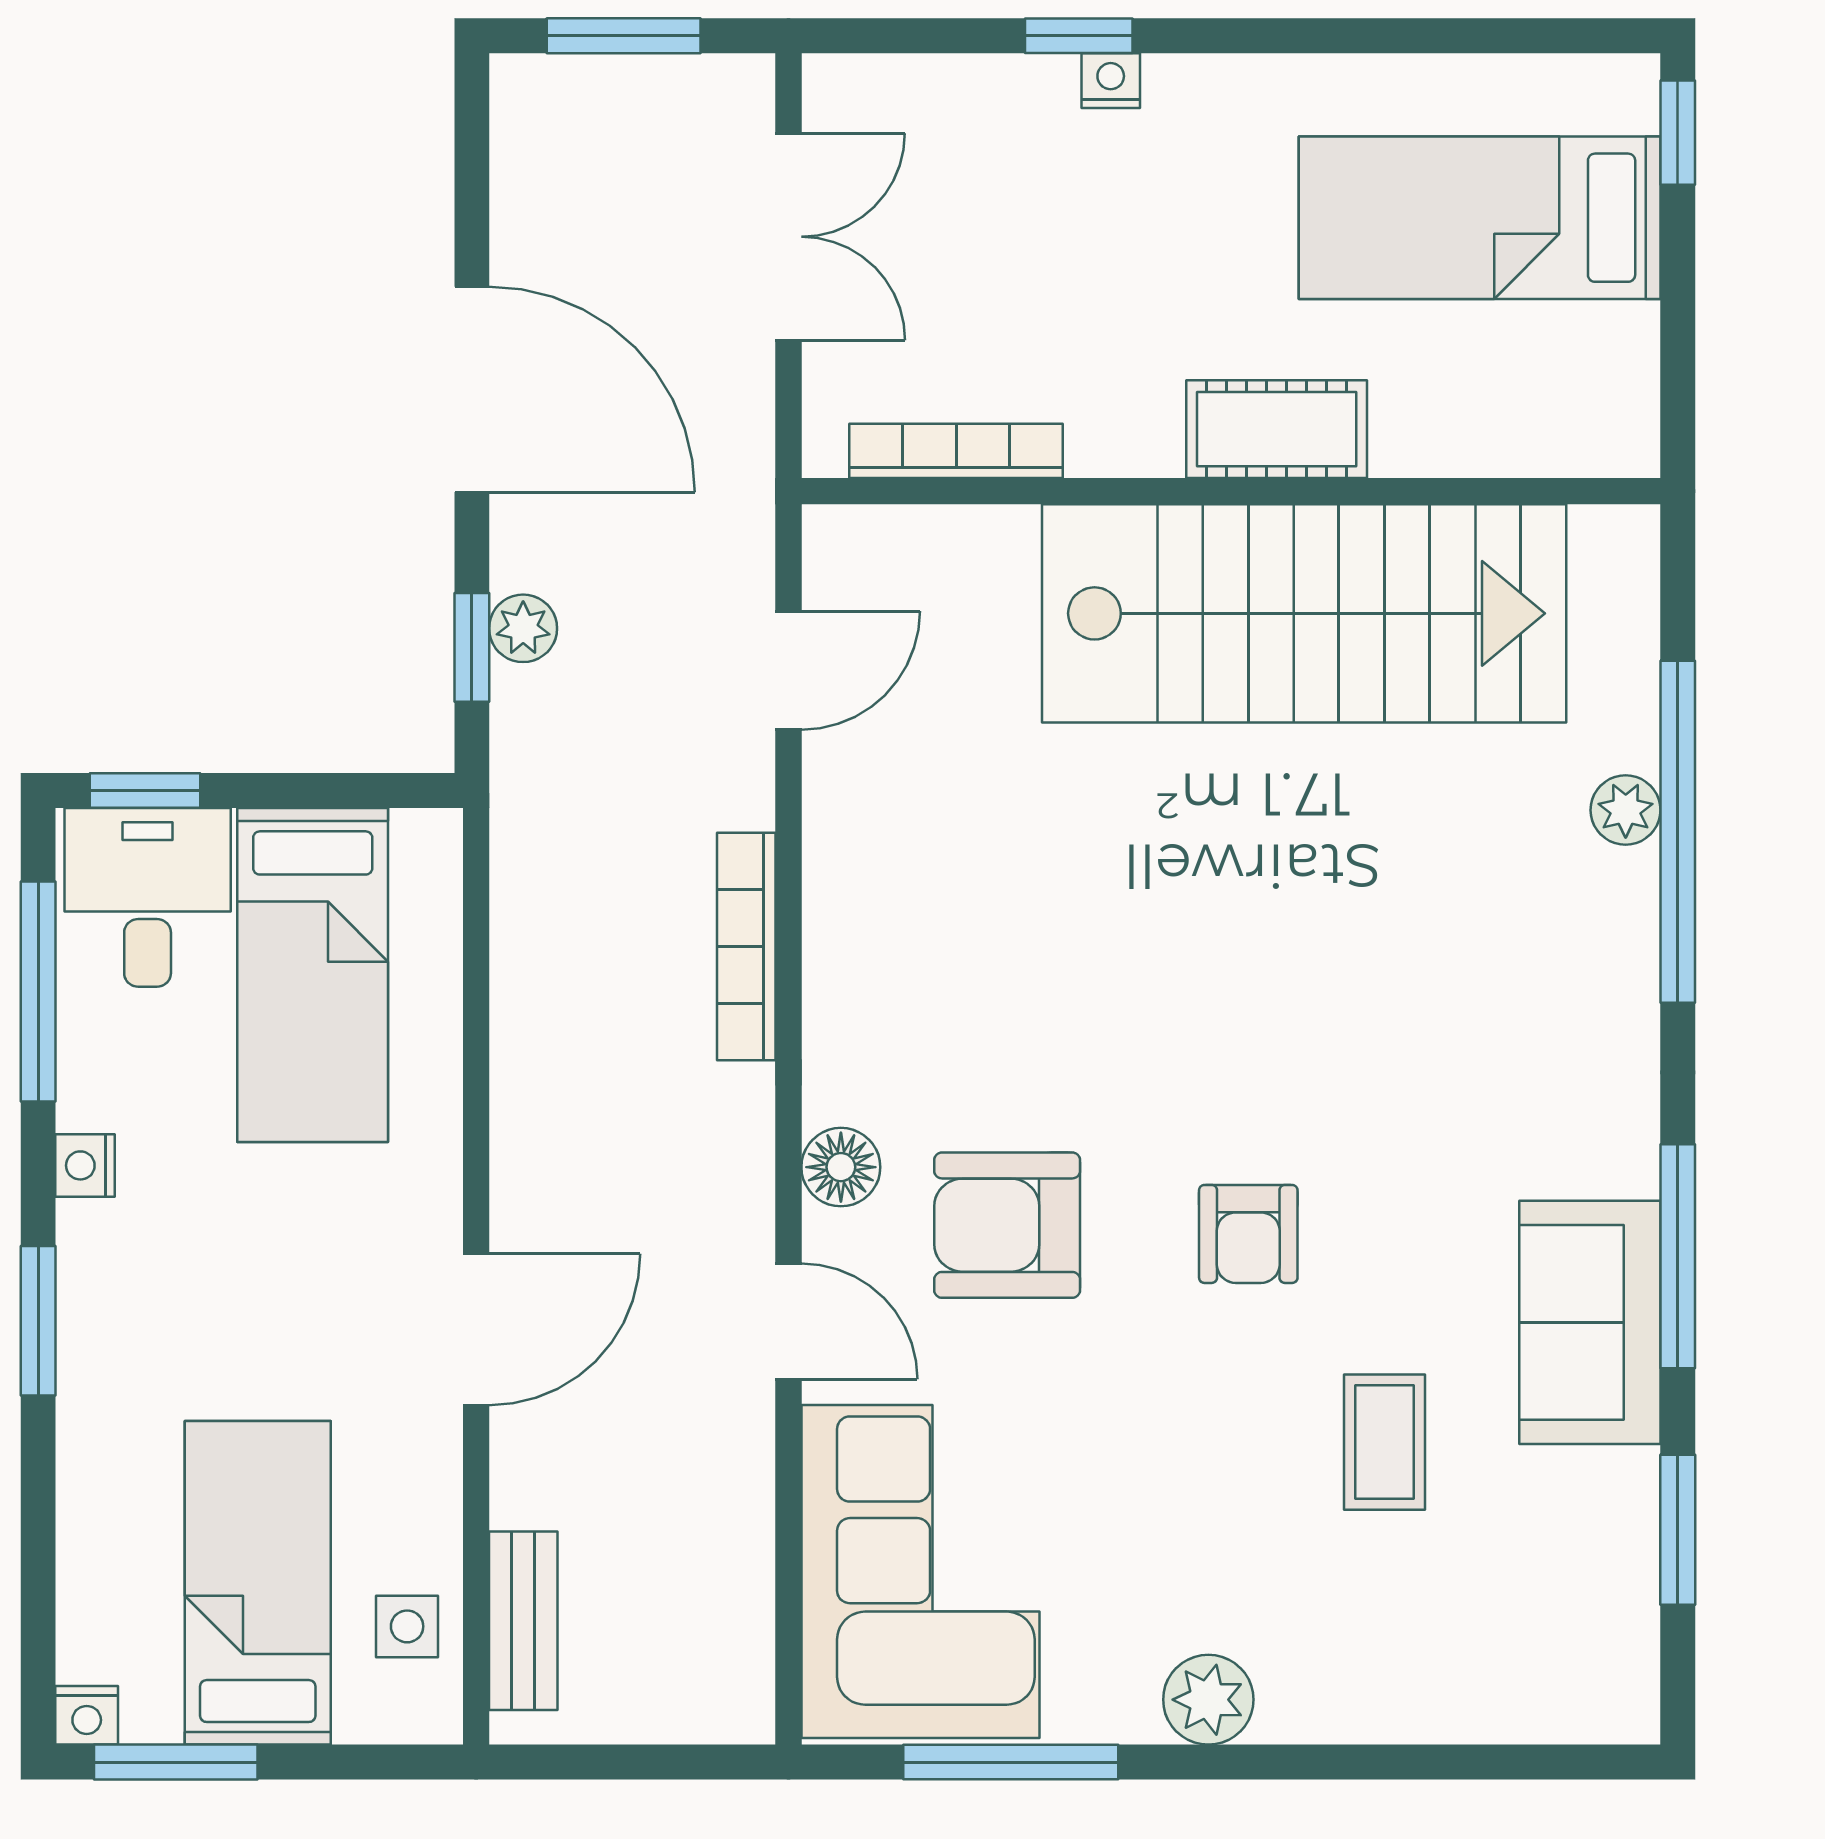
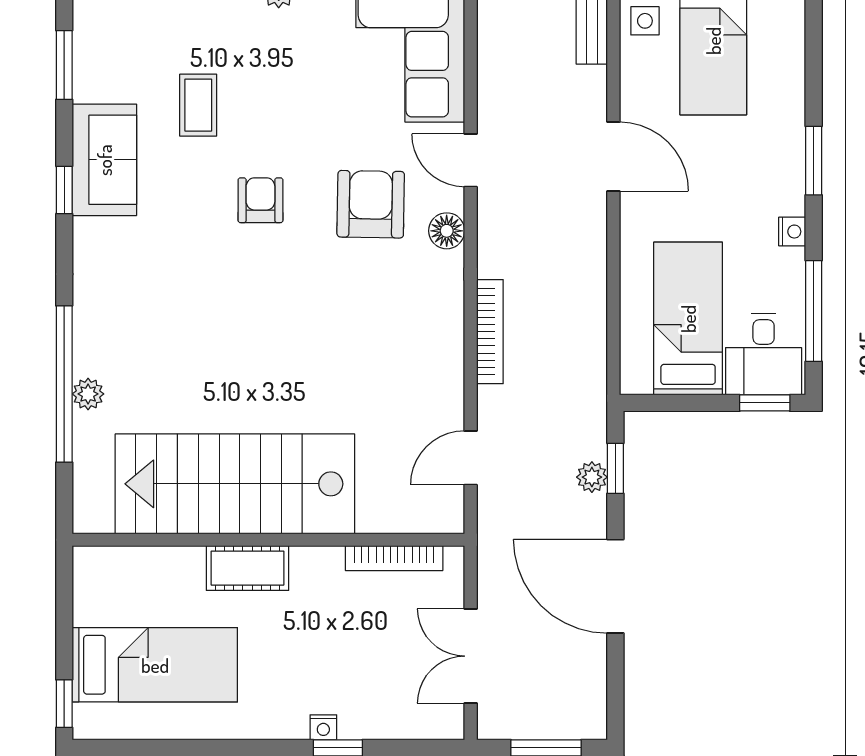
armchair: (1007, 1225) -> (371, 204), turned -89
window: (1678, 1256) -> (64, 190), width x0.46
door: (476, 1330) -> (613, 157), swing flipped

